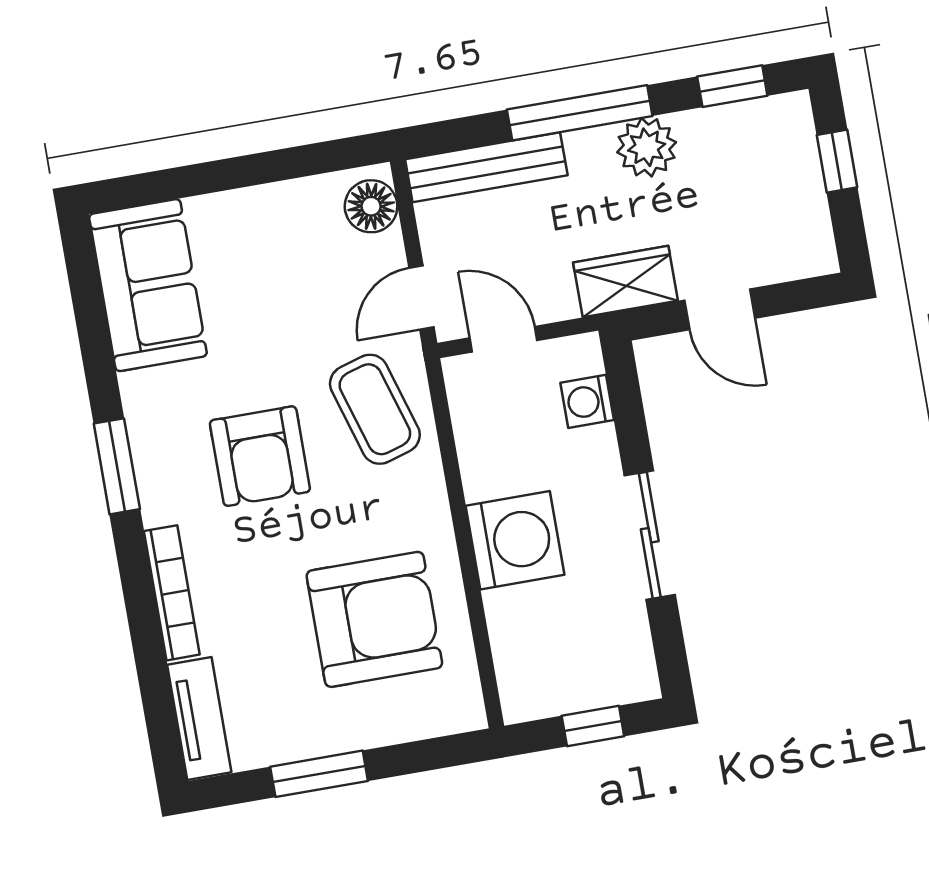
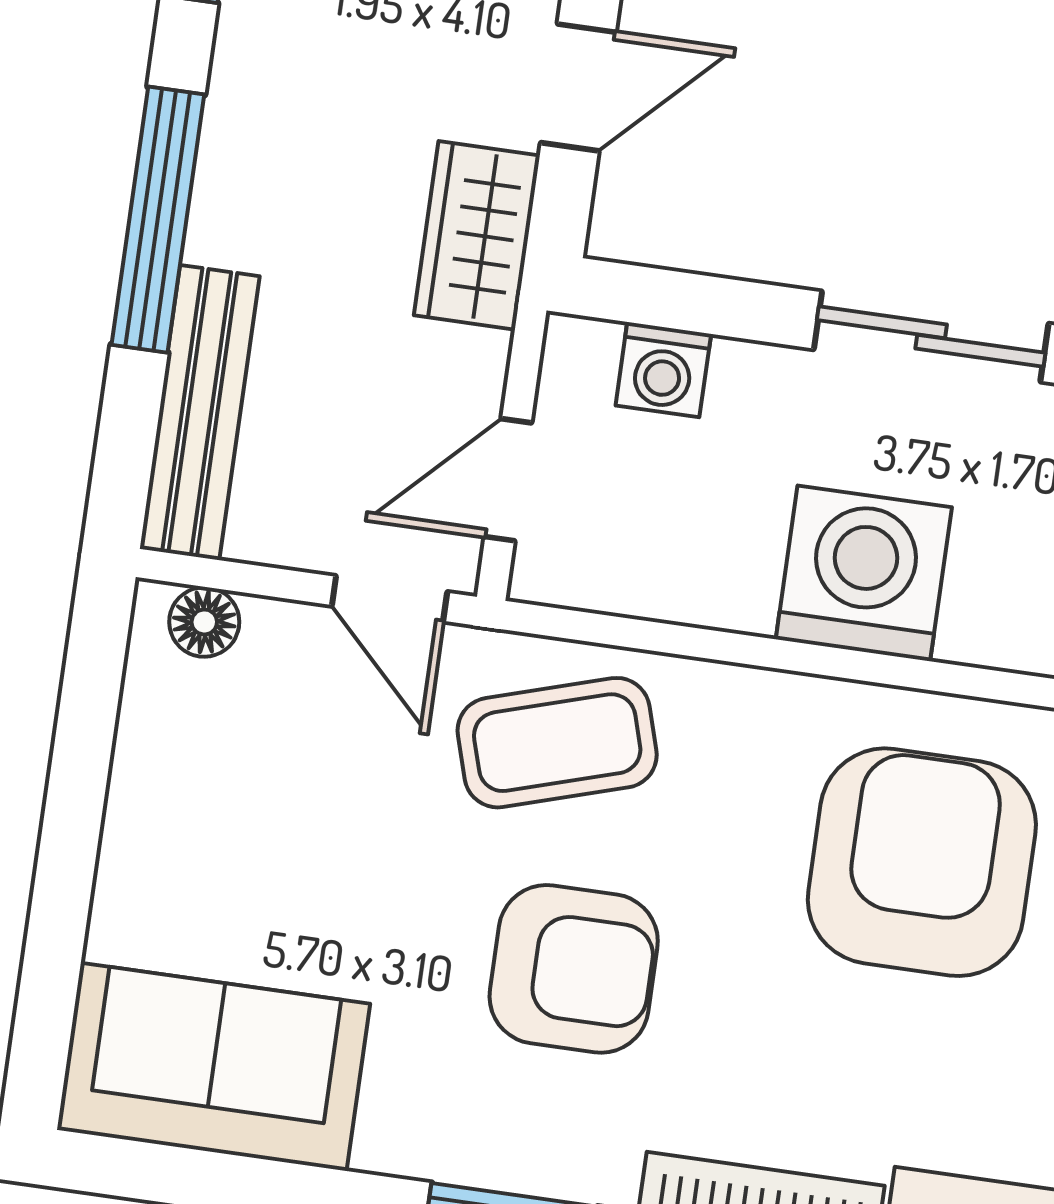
plant: (647, 147) -> (255, 123), removed
floor lamp: (371, 206) -> (204, 622), width x0.73, depth x0.73

